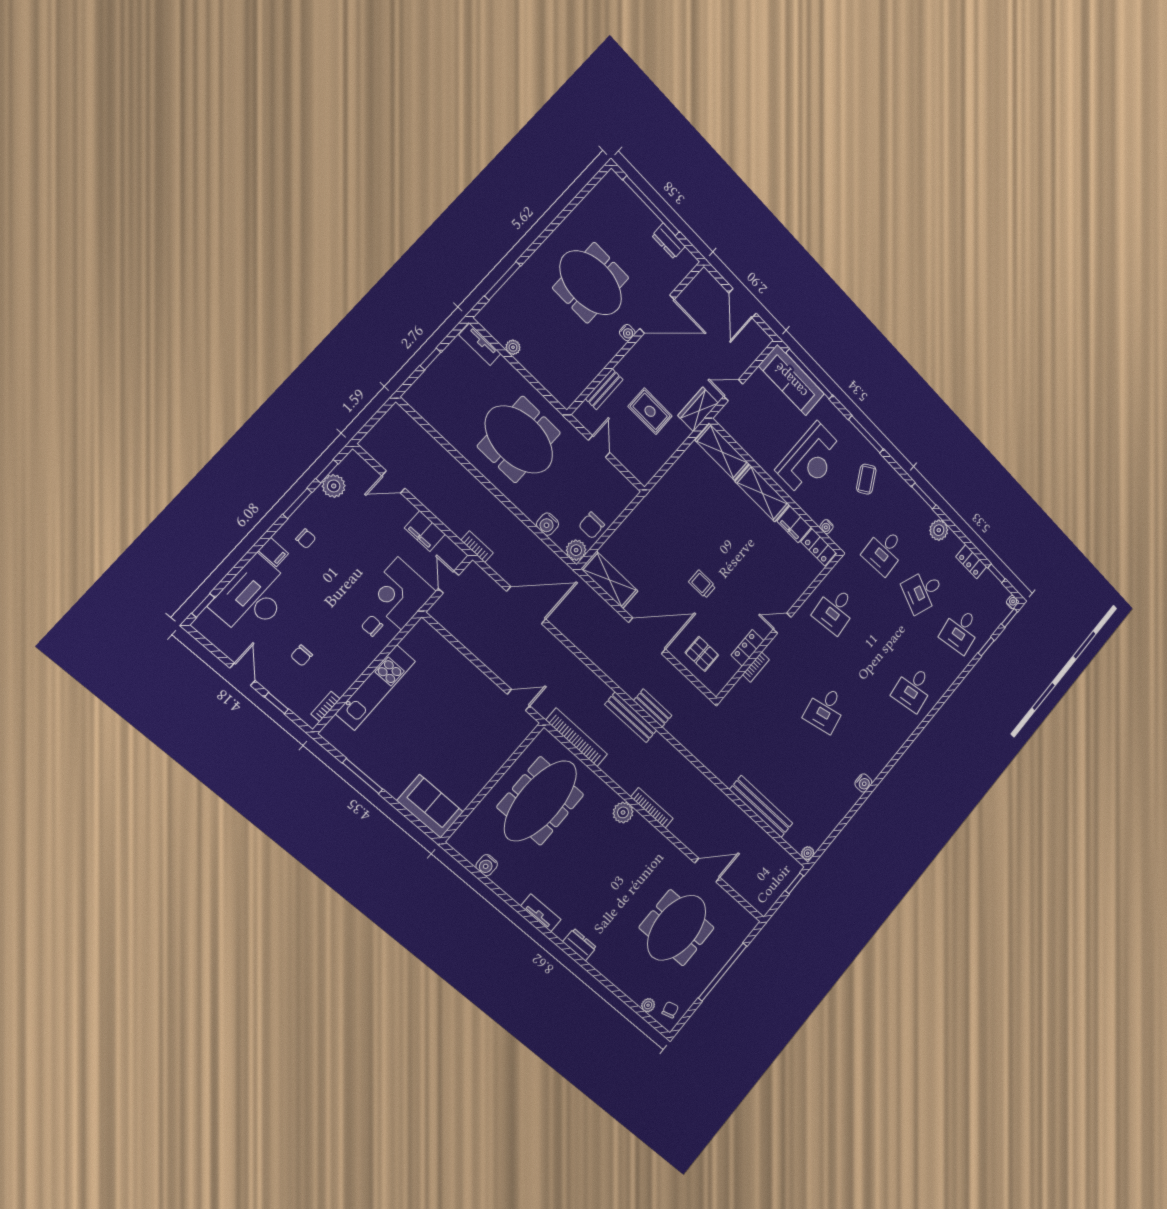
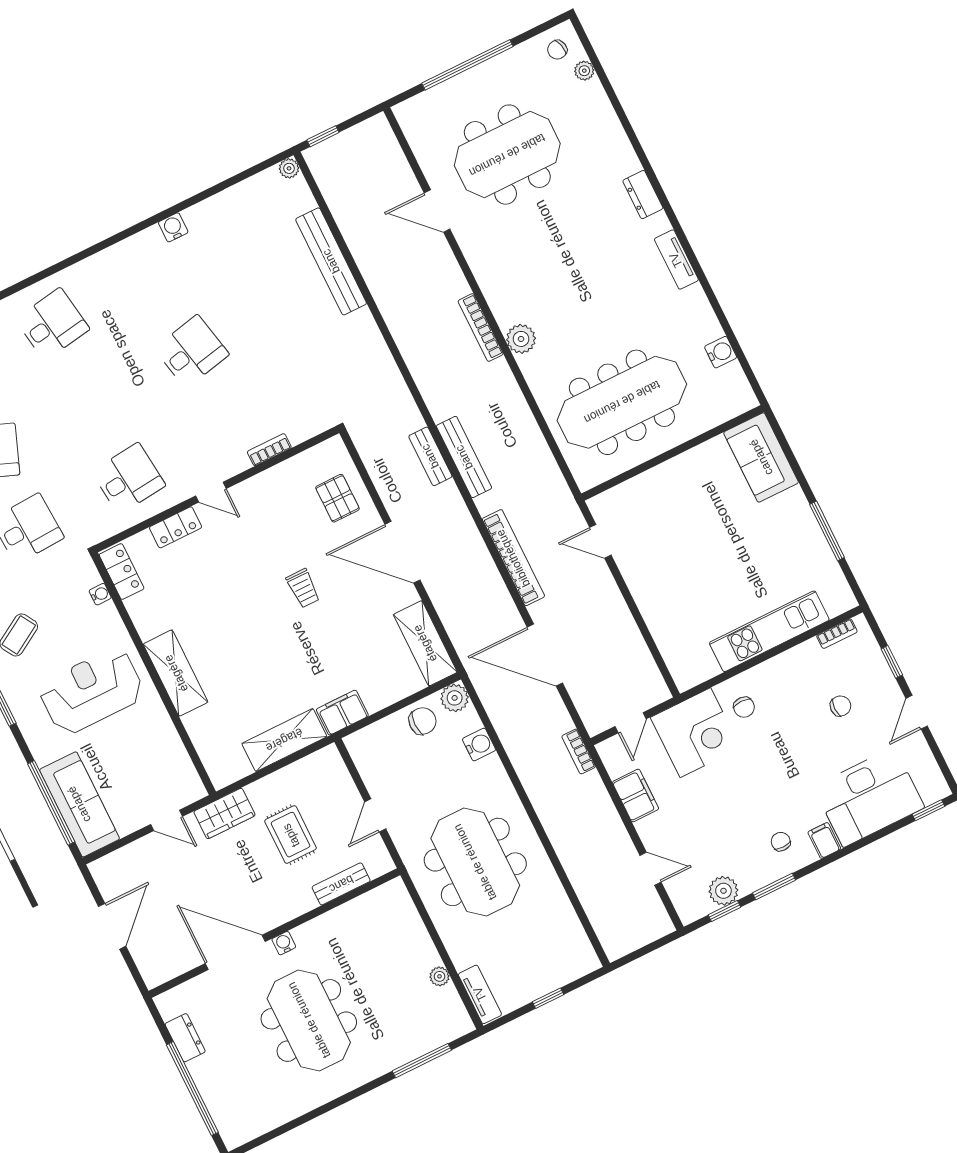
shelving: (722, 452) -> (284, 740), moved, turned 90
filing cabinet: (794, 524) -> (342, 713), moved, turned -90
locker: (747, 648) -> (176, 527), moved
bookcase: (577, 737) -> (513, 558), moved, turned 180

